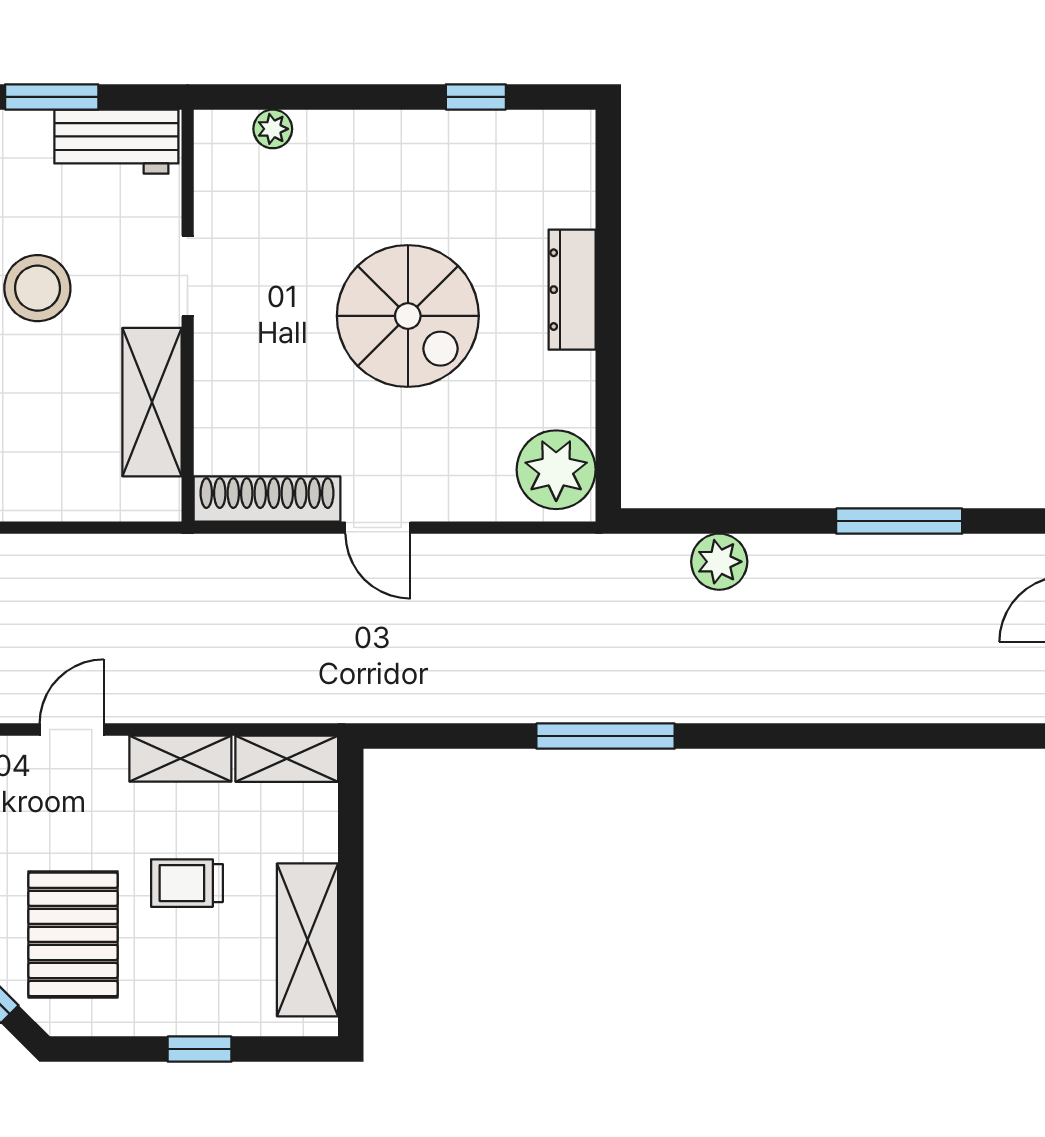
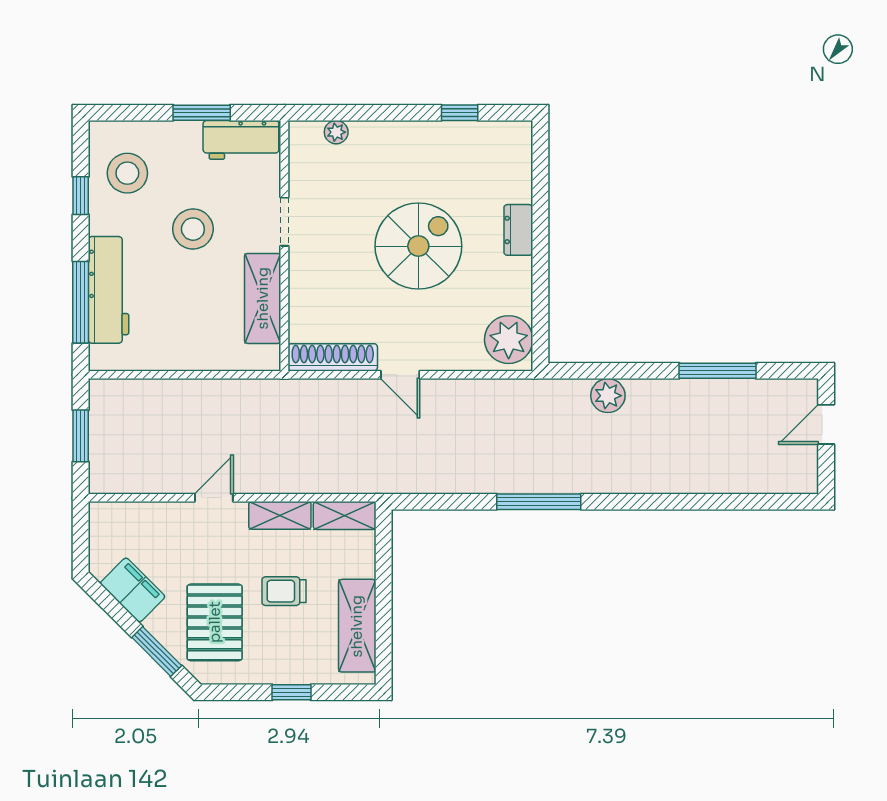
dresser: (572, 290) -> (518, 230), width x0.70
spiral stairs: (408, 316) -> (418, 246), turned -90

